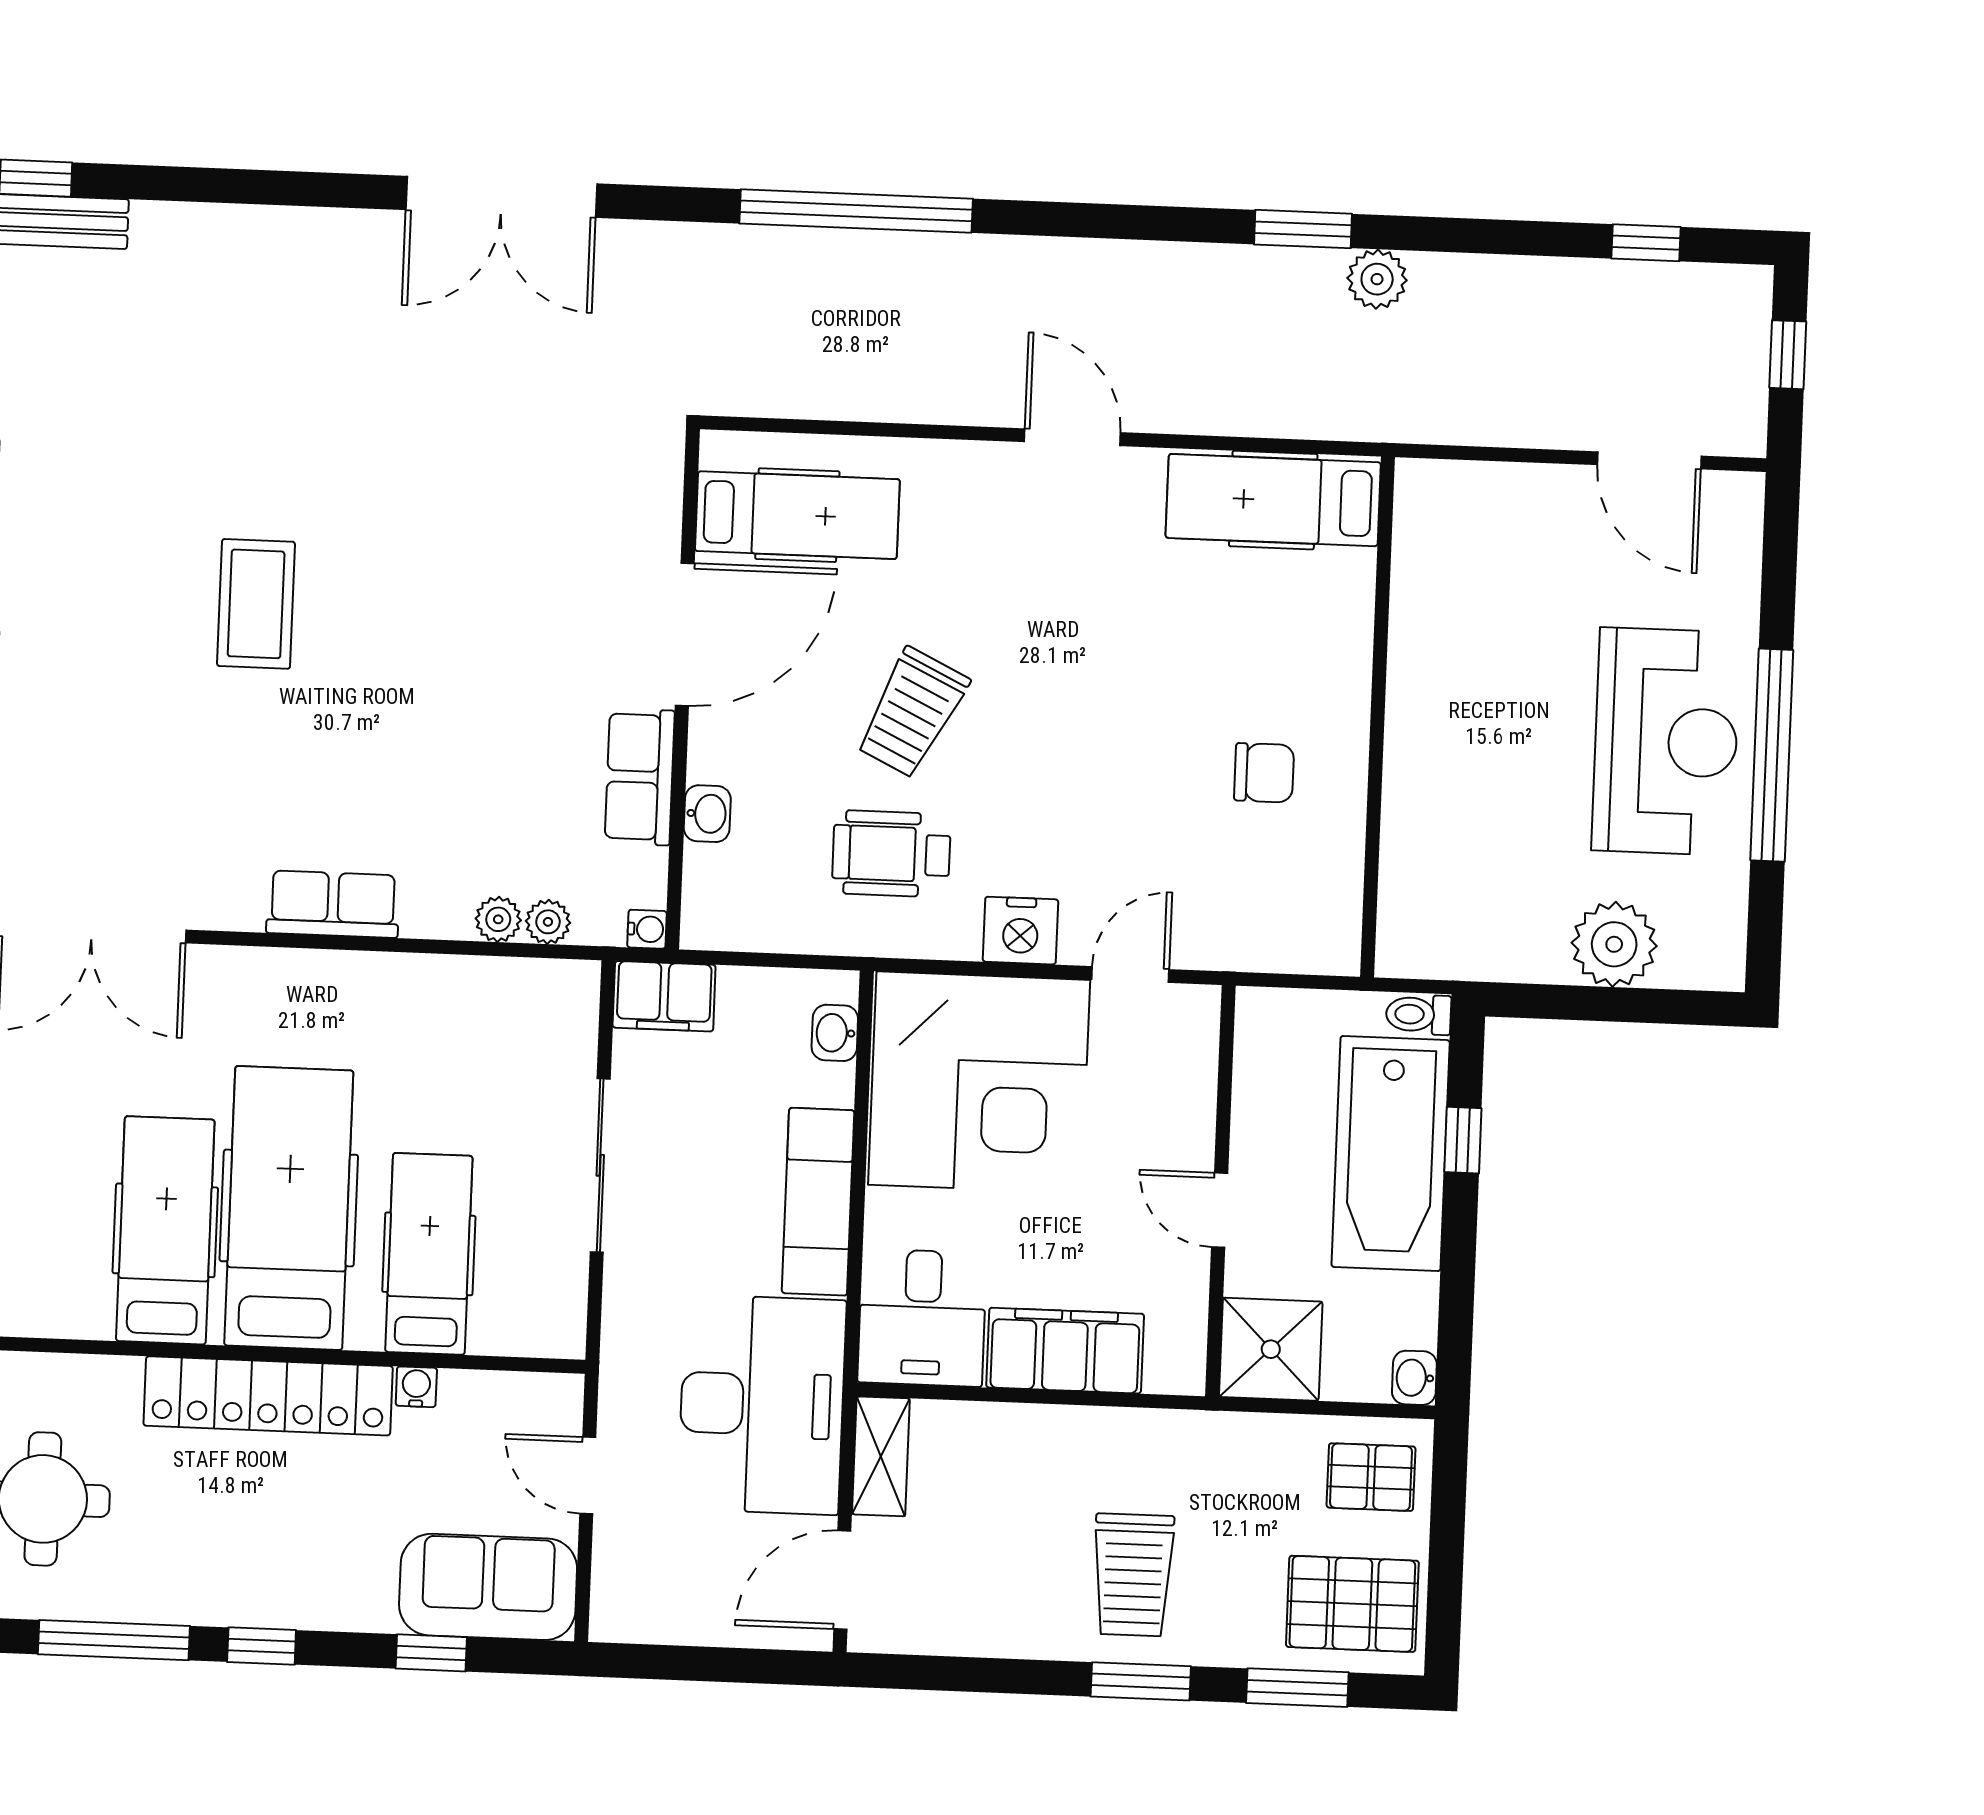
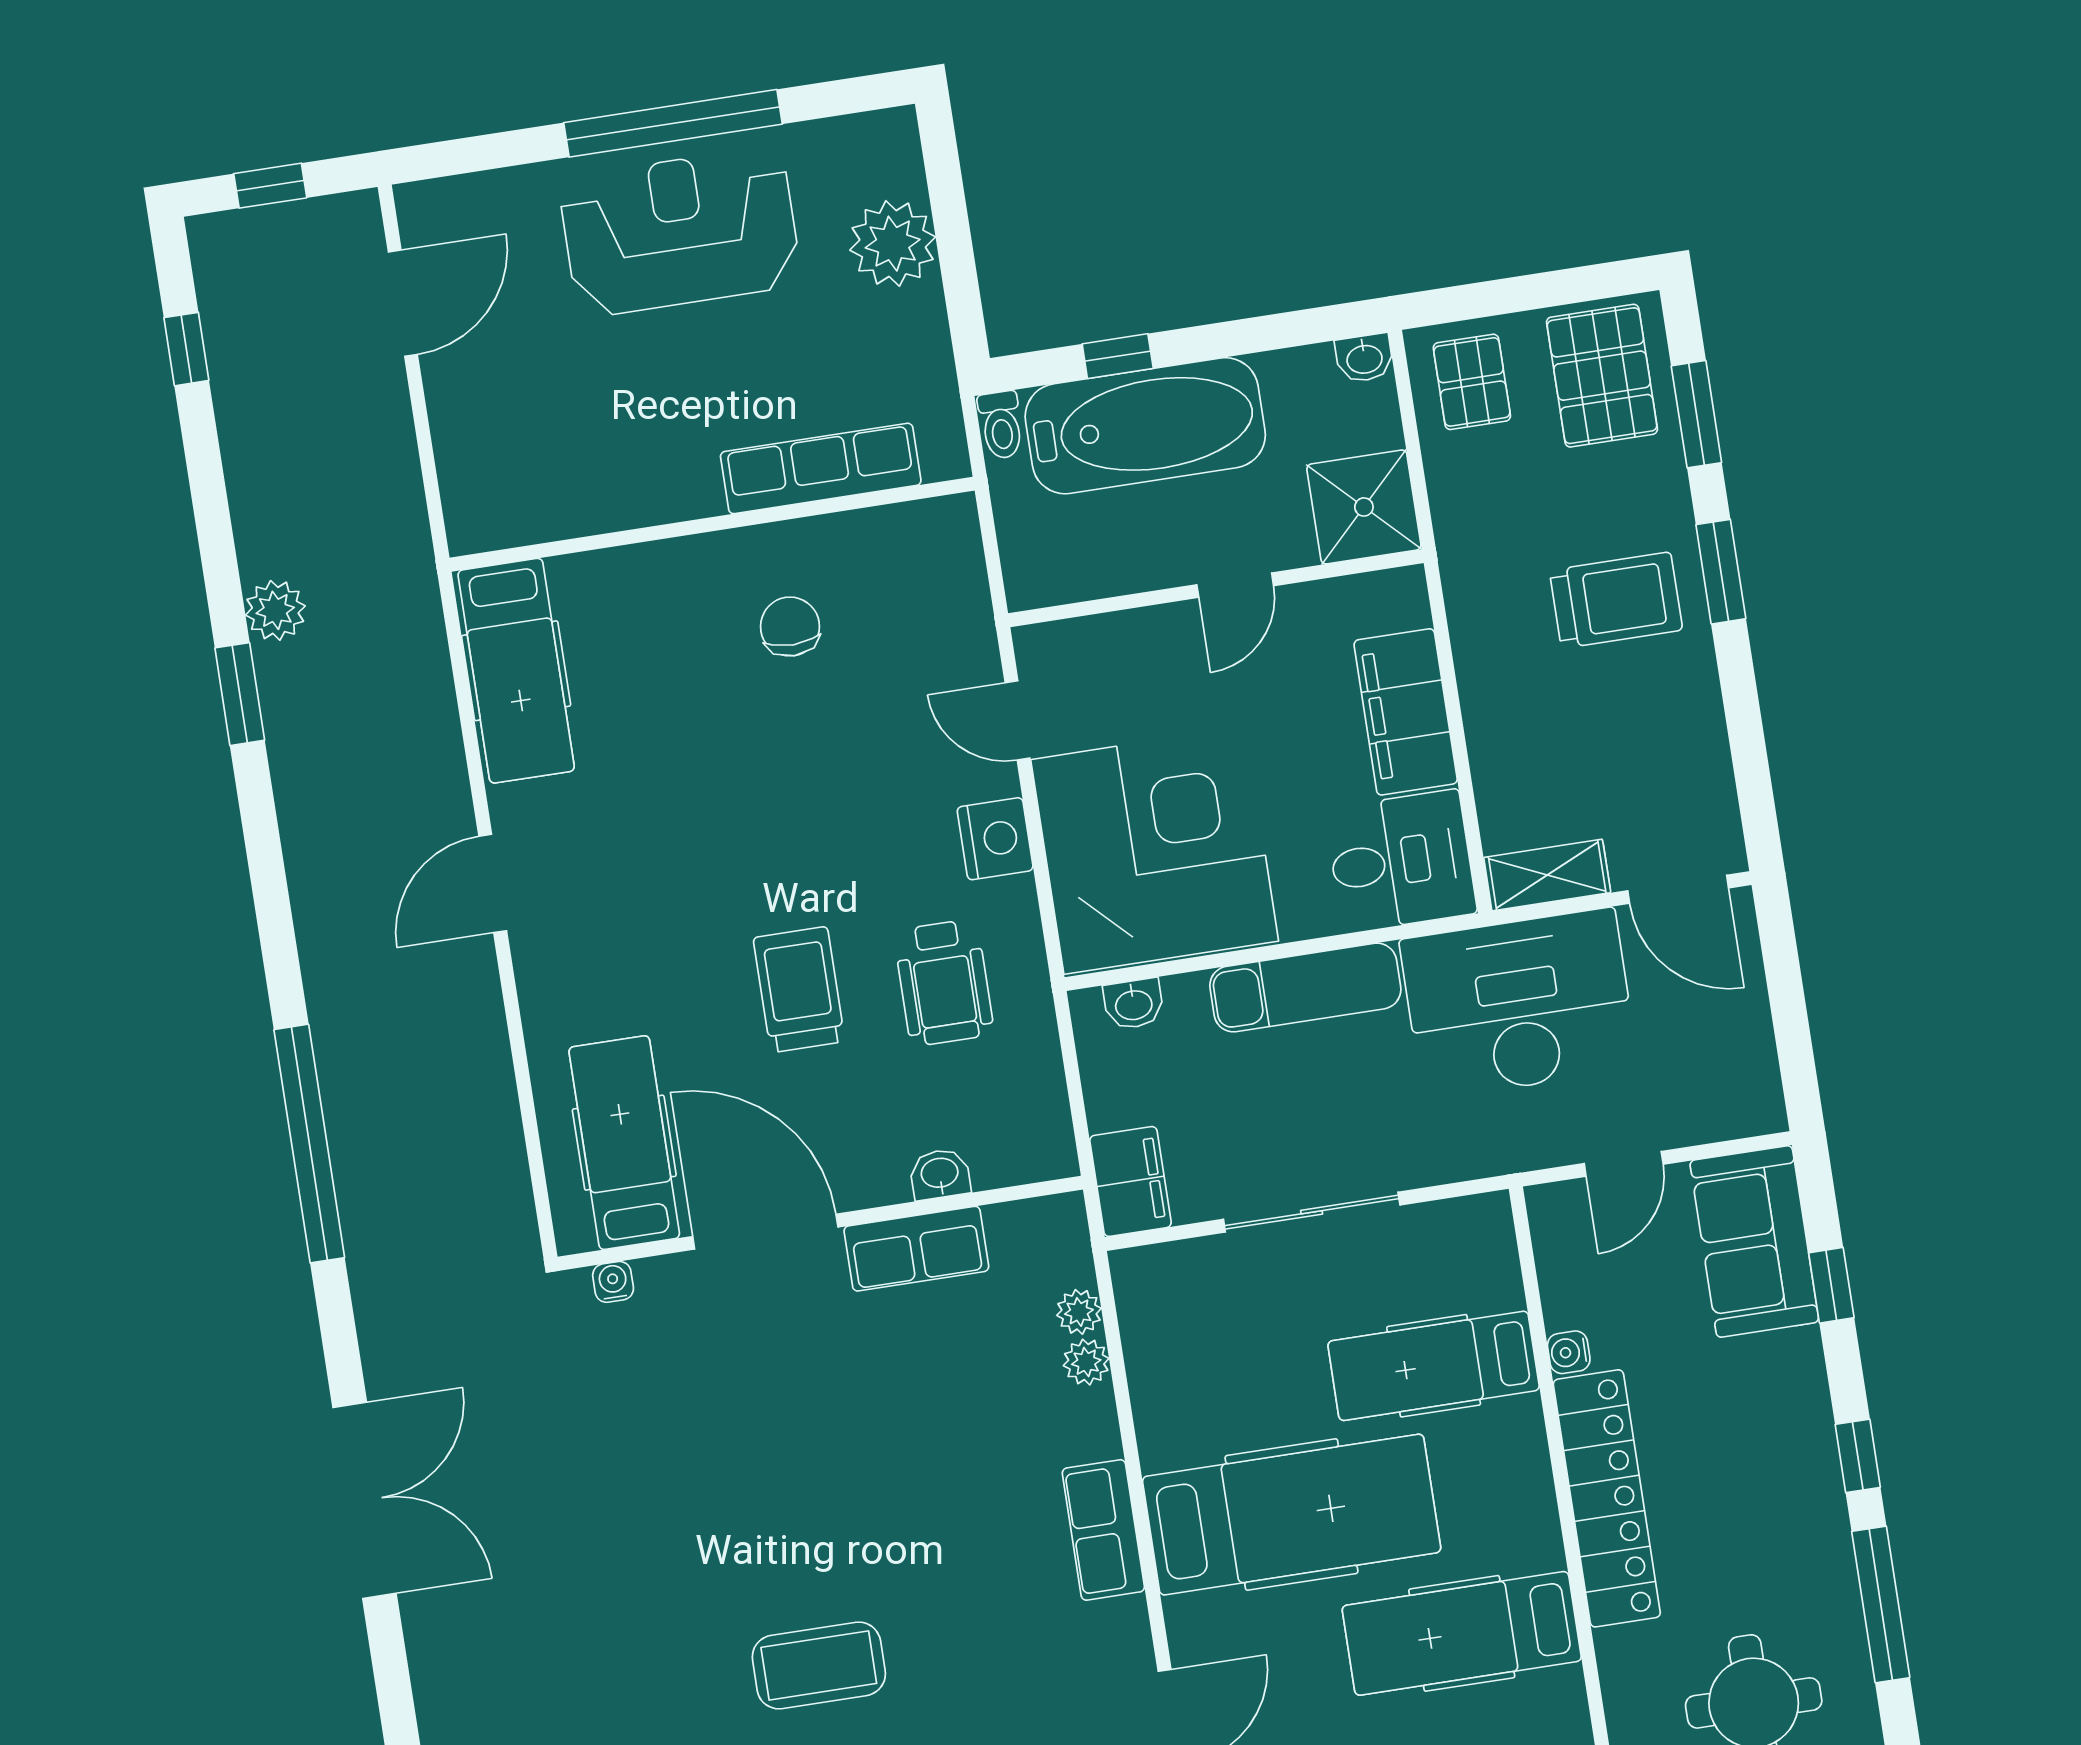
trolley: (912, 713) -> (799, 989), turned -116
row of seats: (1411, 832) -> (821, 468), added
water cooler: (647, 929) -> (613, 1282), moved
hospital bed: (289, 1208) -> (1292, 1515), moved, turned 180

